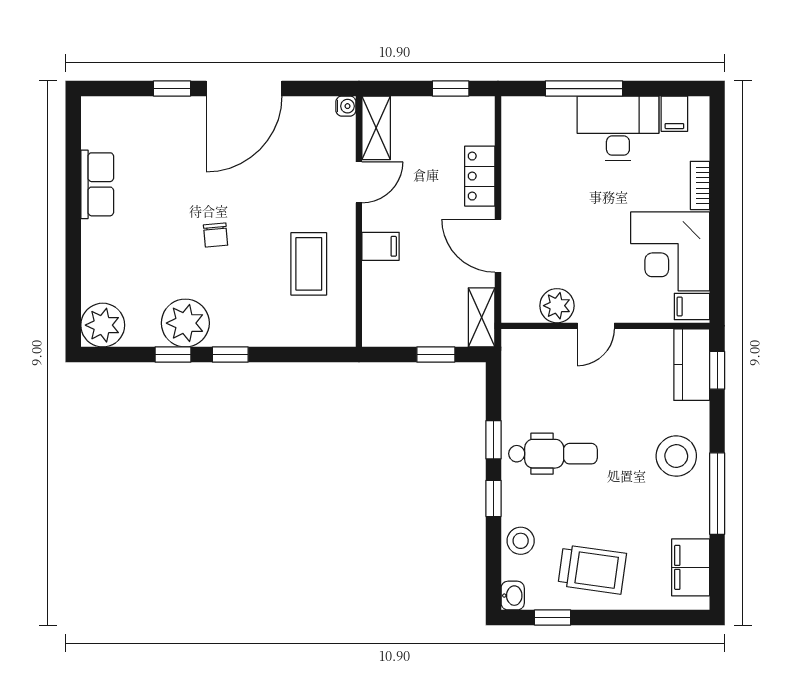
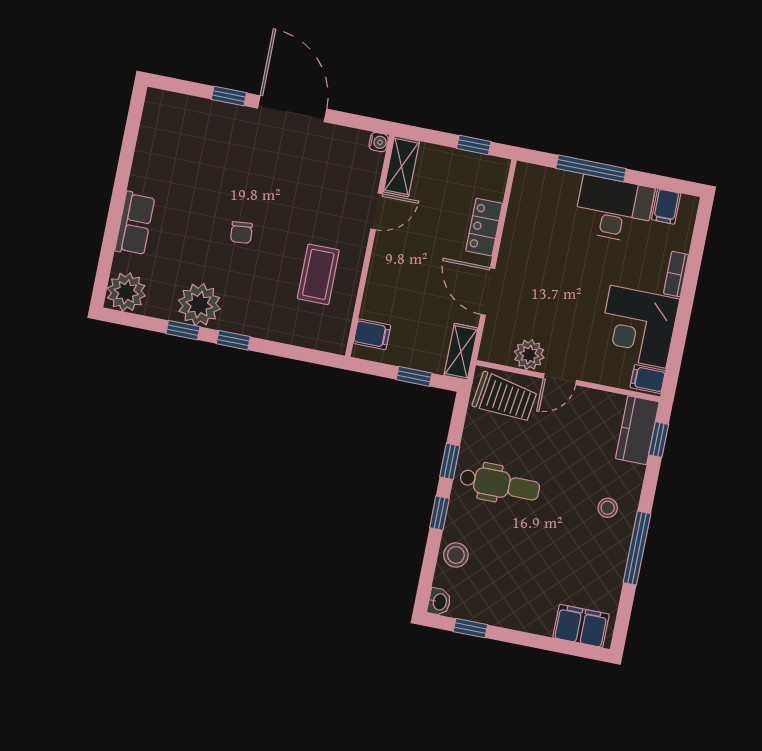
door: (244, 89) -> (292, 109), swing flipped
row of seats: (97, 184) -> (135, 224), moved
filing cabinet: (381, 246) -> (372, 334), moved
stool: (676, 456) -> (608, 508), width x0.53, depth x0.53
filing cabinet: (691, 567) -> (581, 626), moved, turned 90
trolley: (592, 569) -> (505, 398), moved

